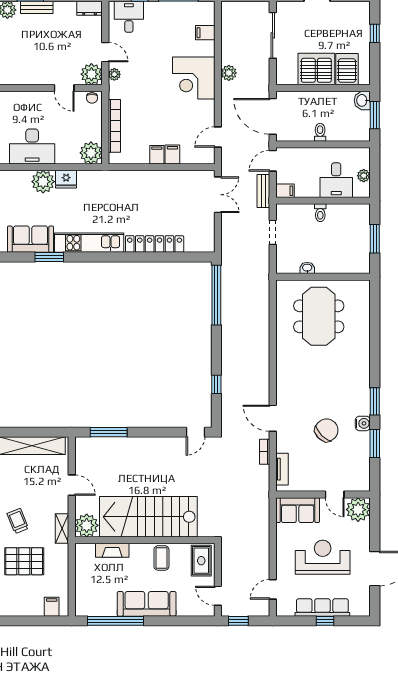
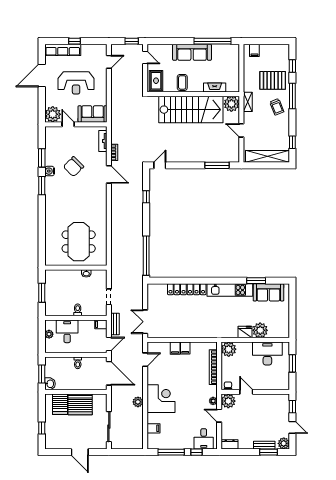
row of seats: (322, 607) -> (63, 50), moved

